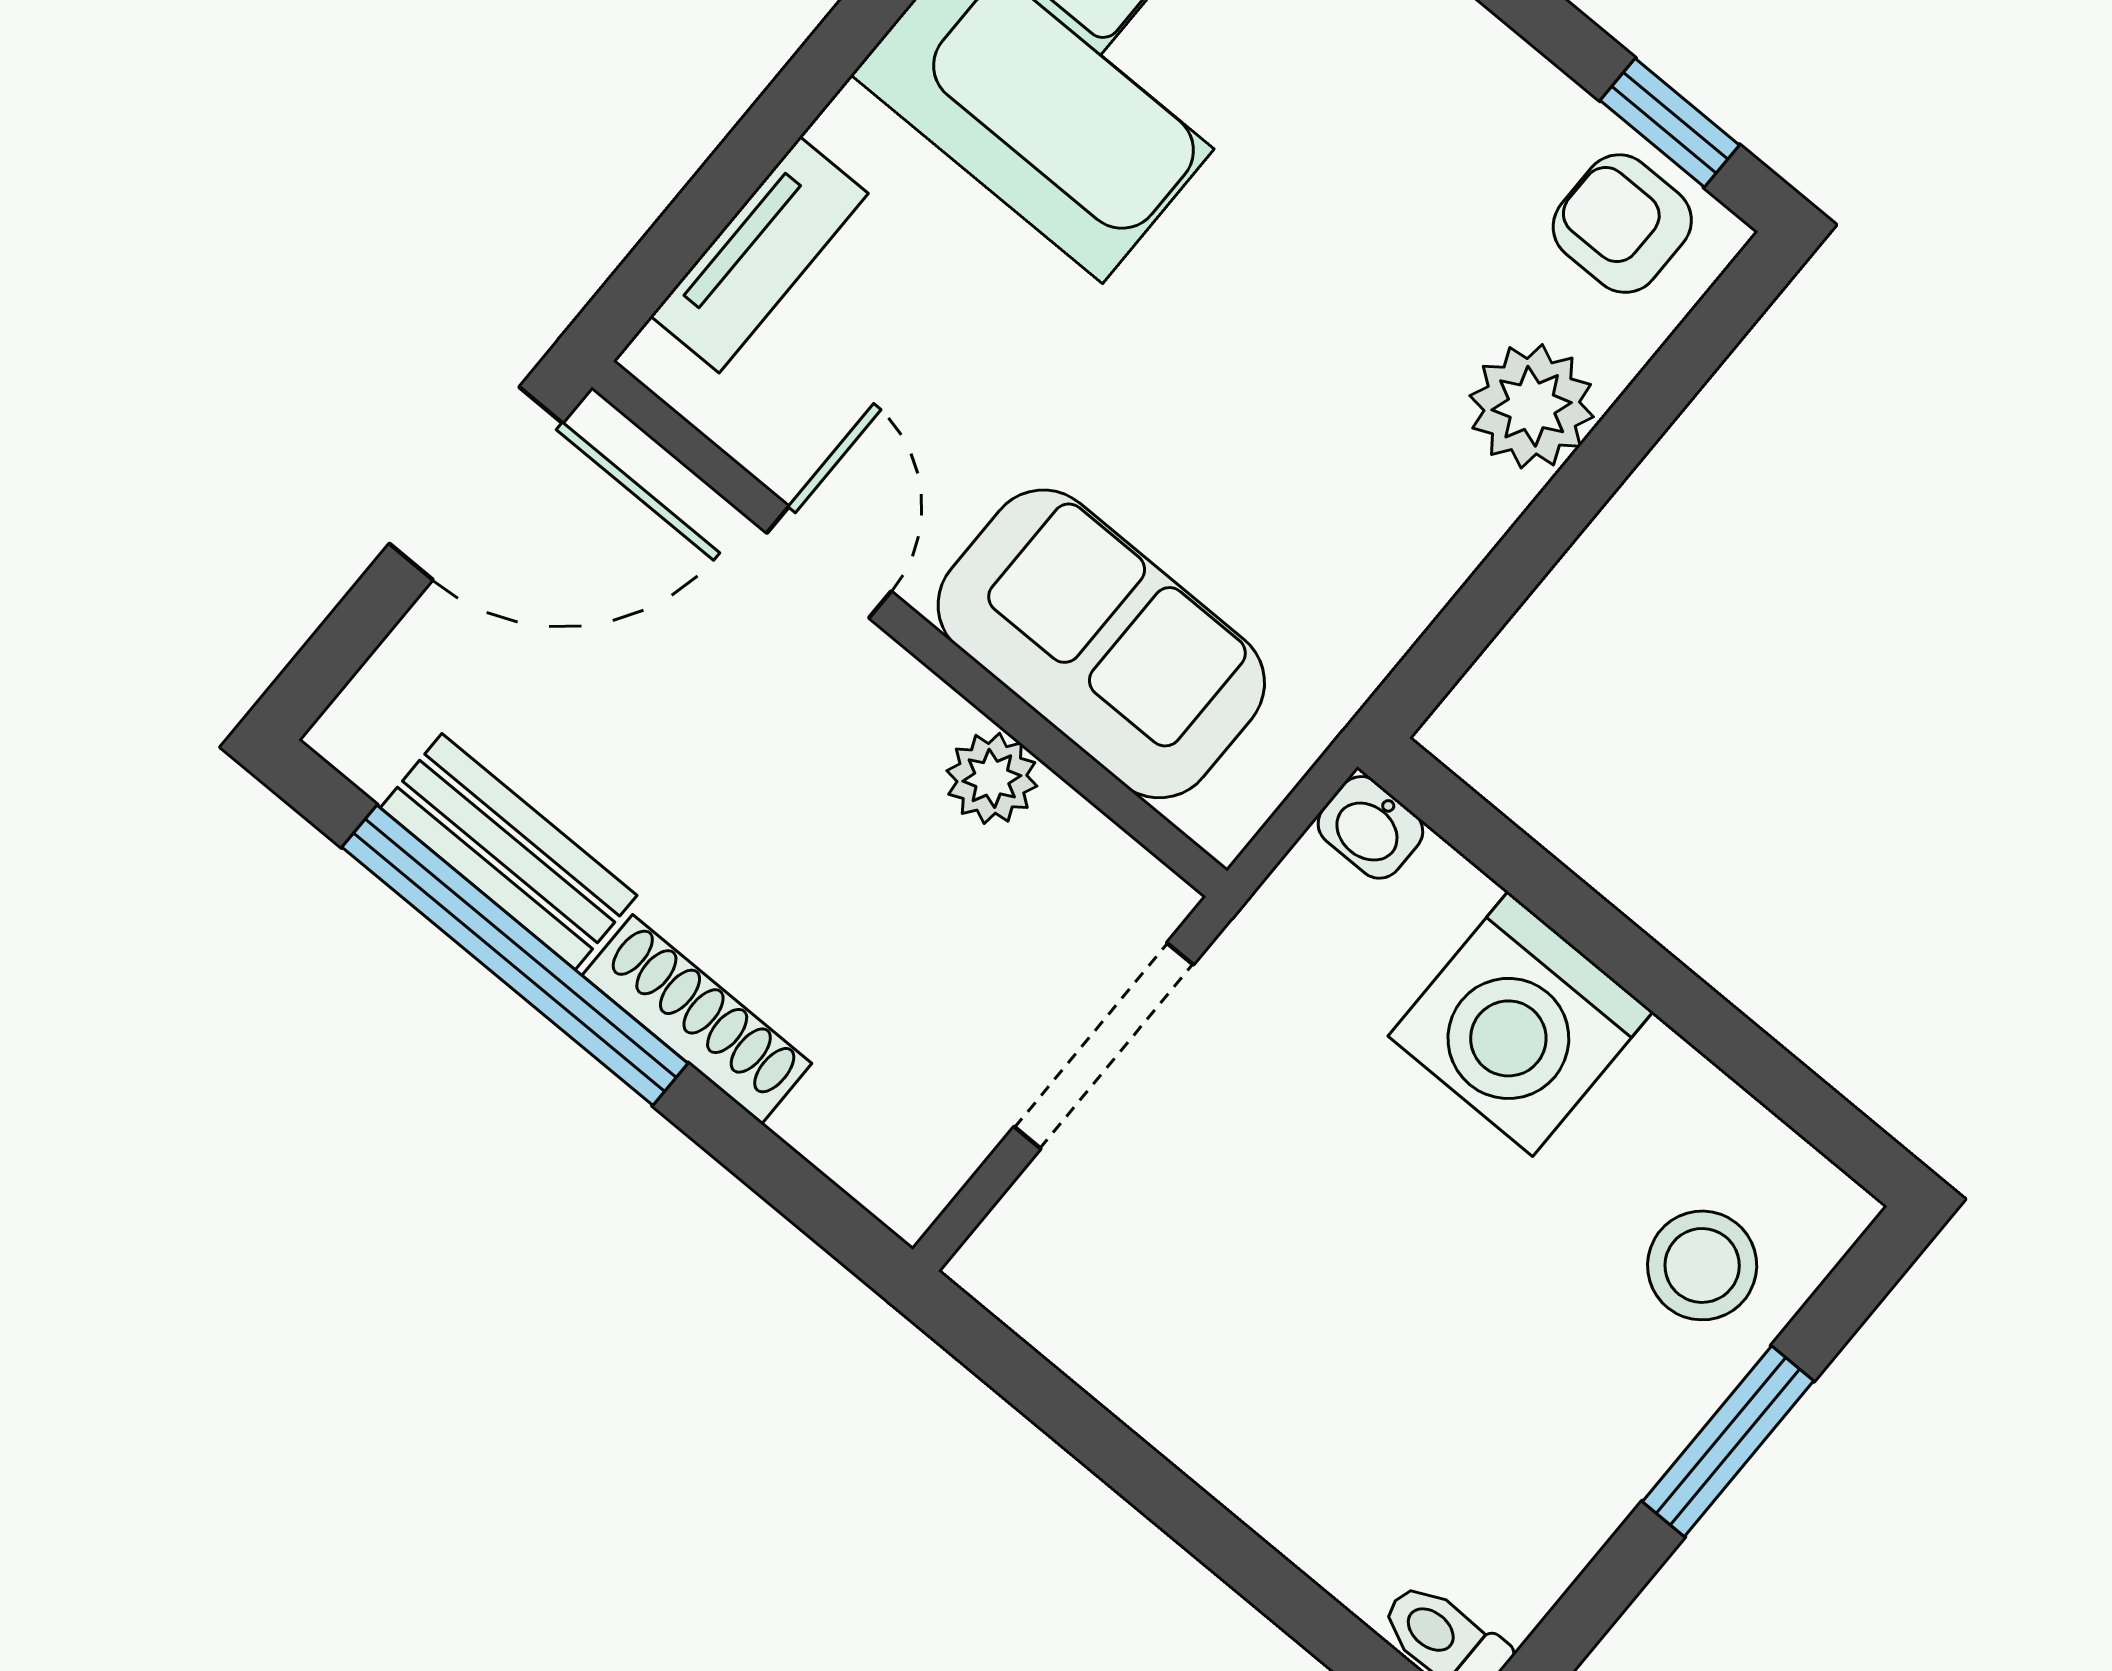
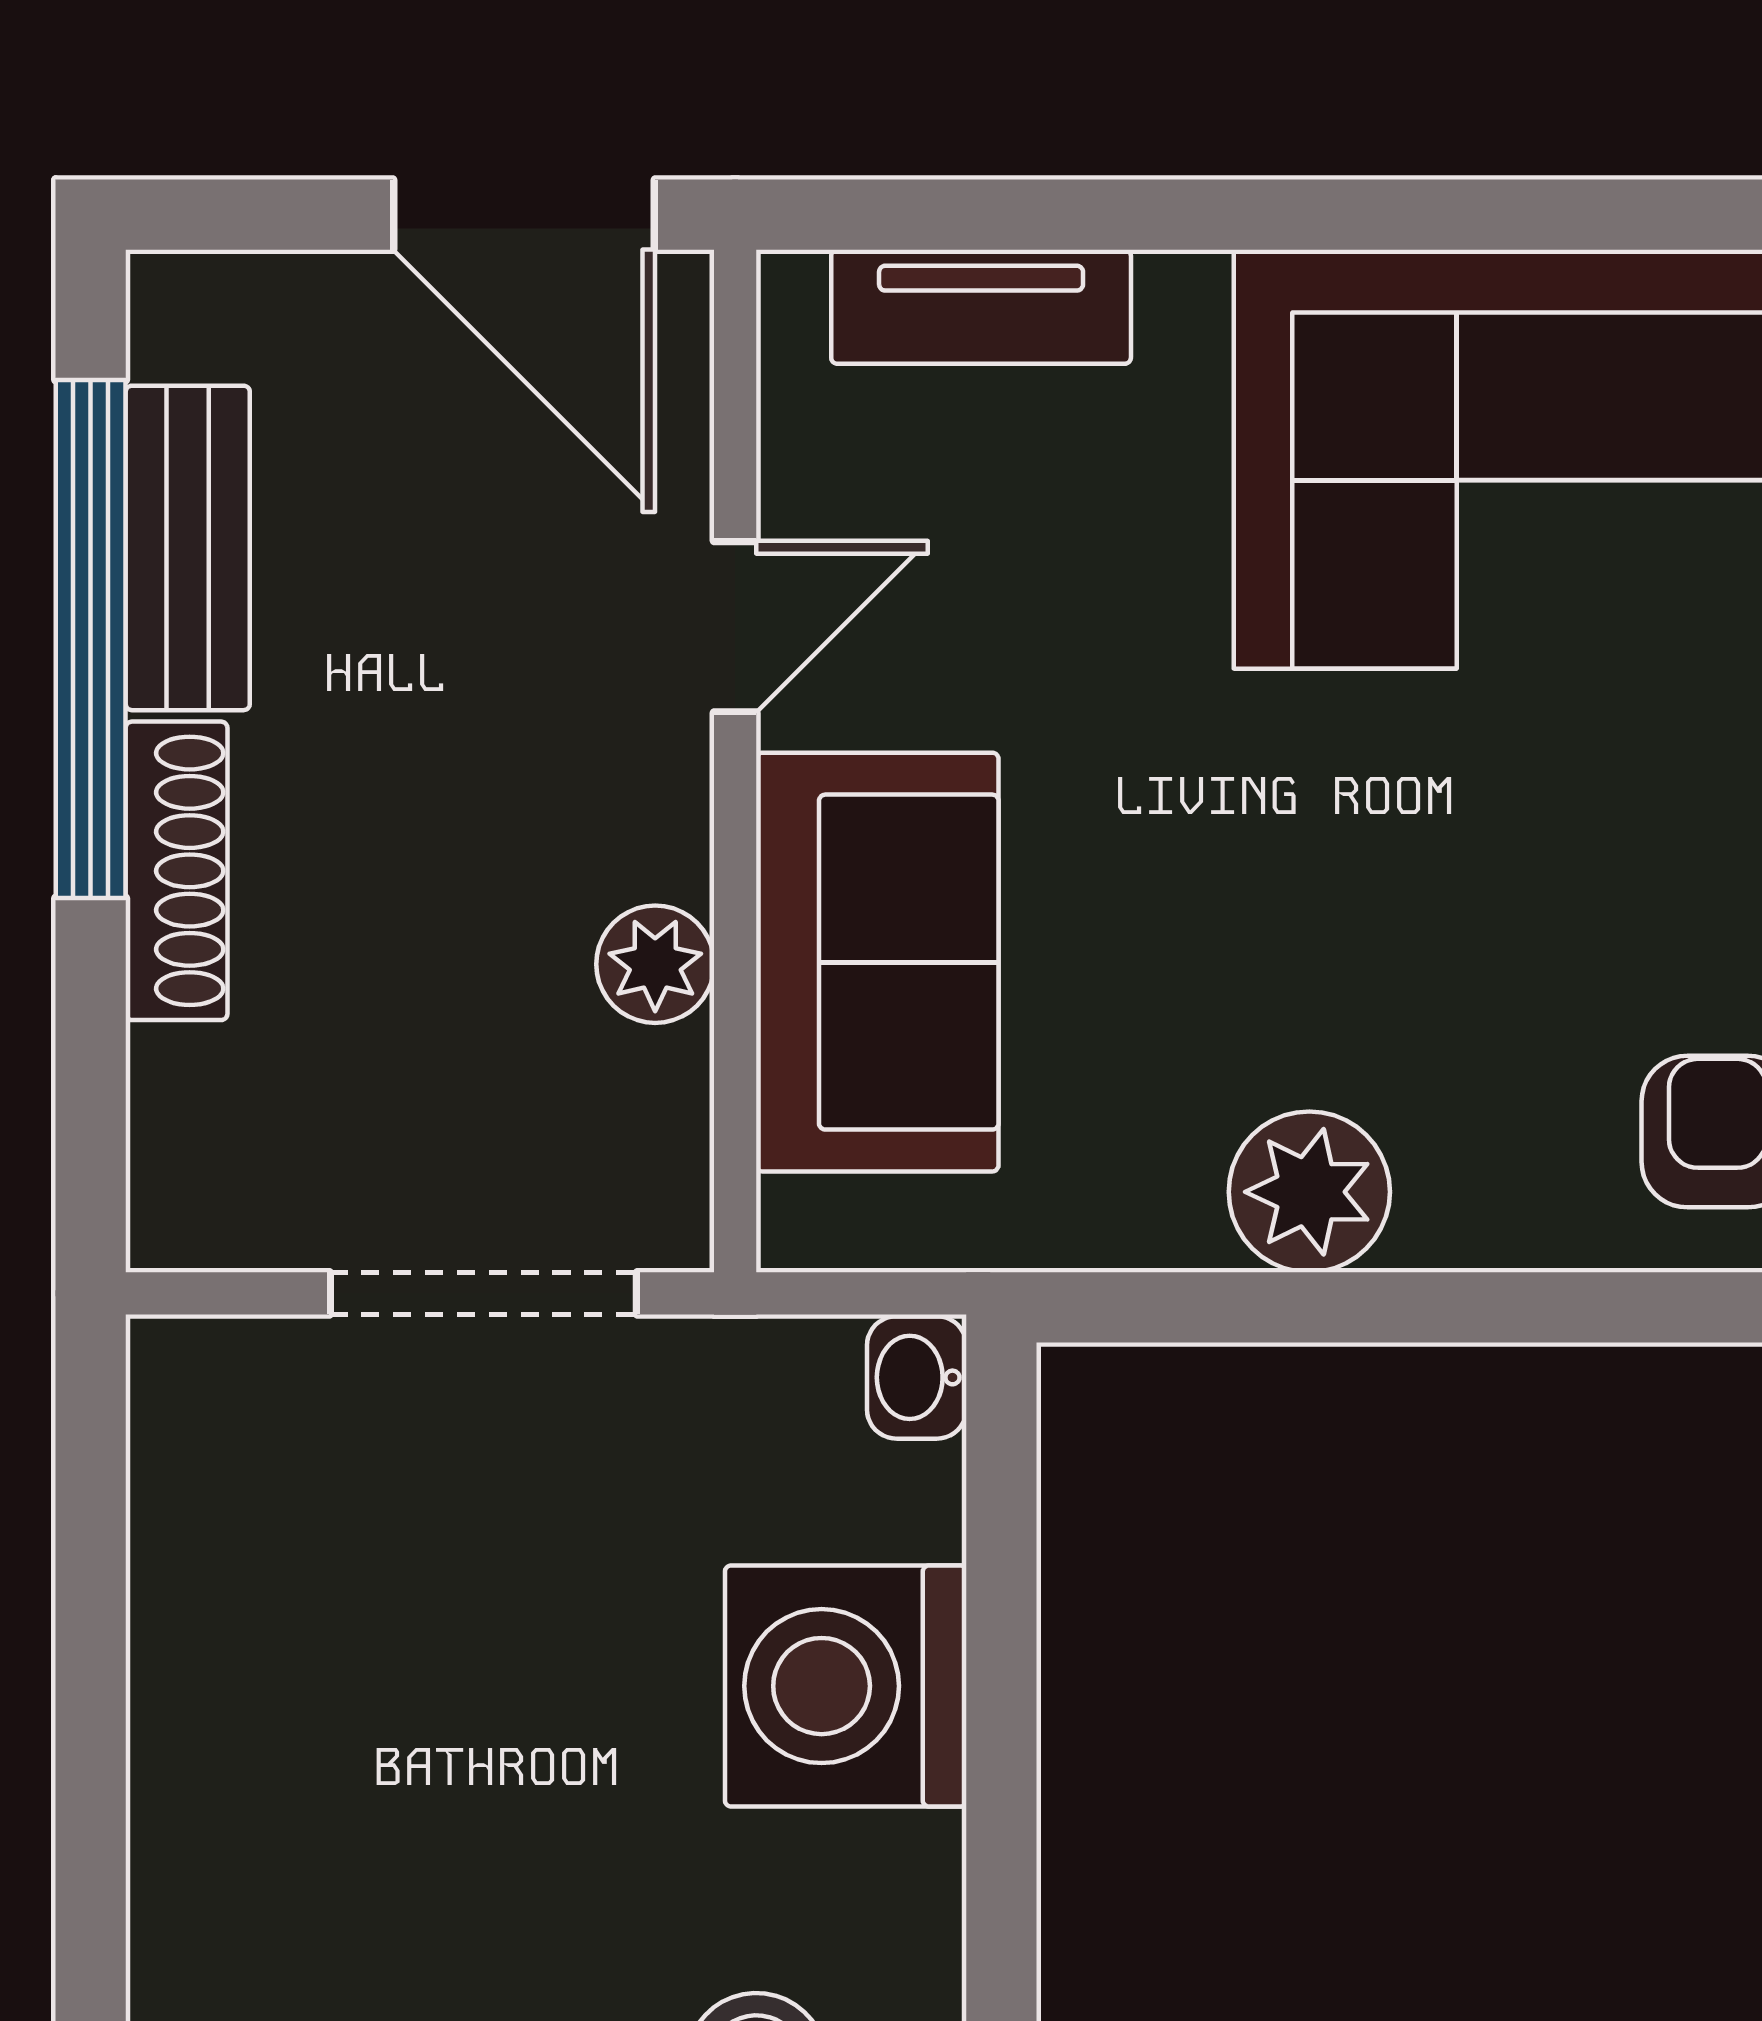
plant: (1532, 406) -> (1309, 1192), moved

